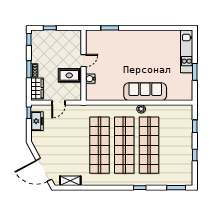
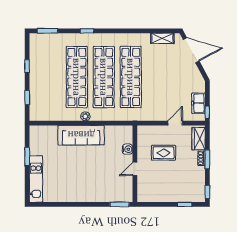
door: (84, 61) -> (135, 169), moved
wall: (84, 65) -> (135, 164), moved
water cooler: (90, 79) -> (128, 149), moved

